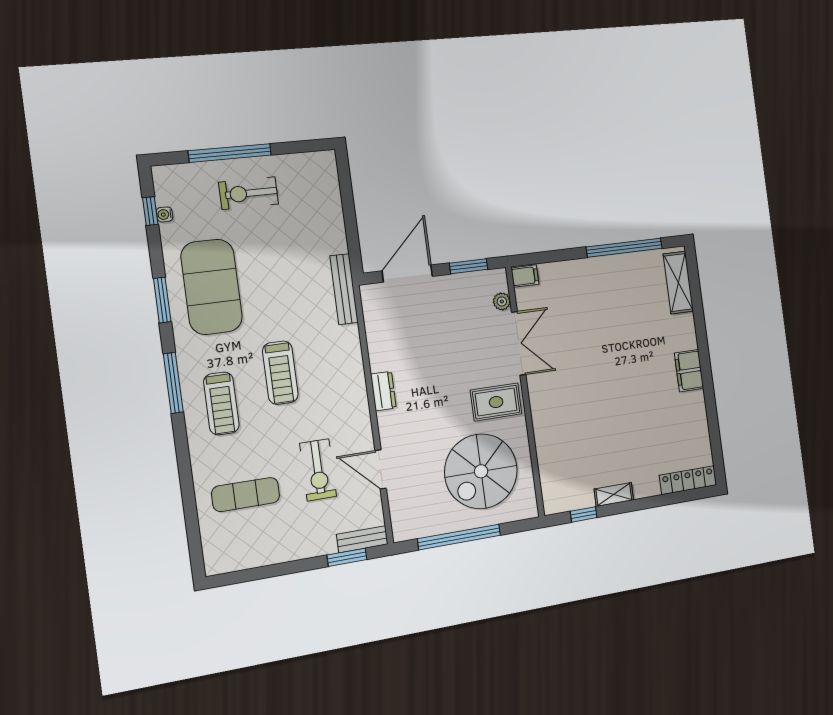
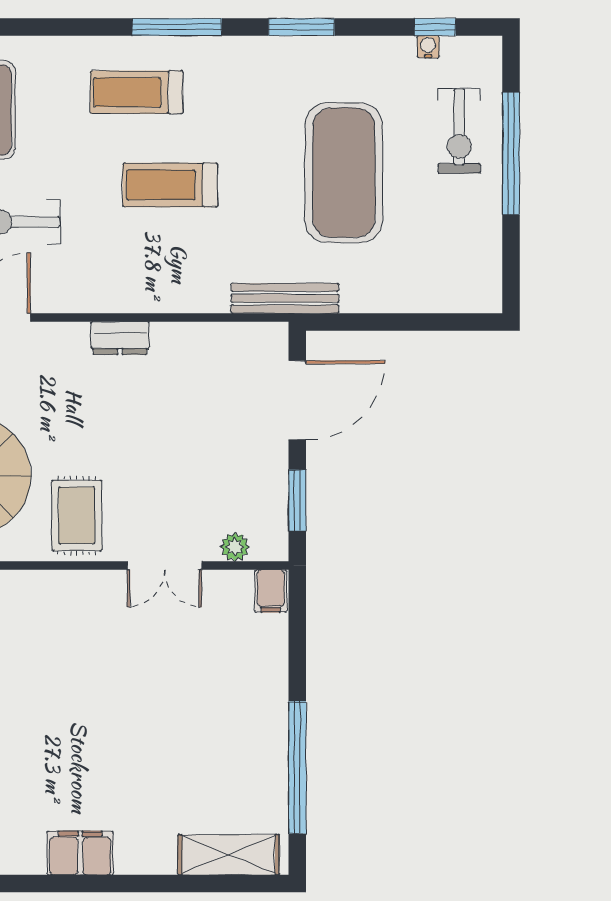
exercise bike: (249, 193) -> (459, 131), moved, turned 180
door: (407, 274) -> (297, 400), hinge flipped
exercise mat: (212, 287) -> (344, 173), moved, turned 90
double door: (519, 343) -> (165, 566), width x0.73

